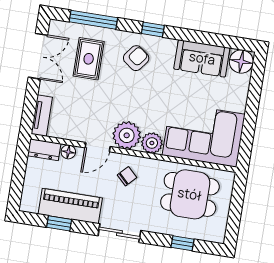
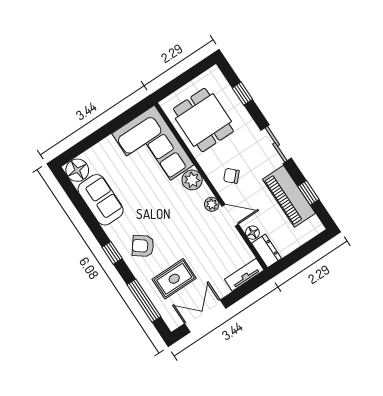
plant: (127, 135) -> (212, 204), width x0.53, depth x0.53

